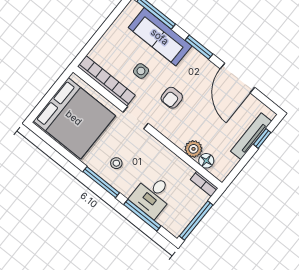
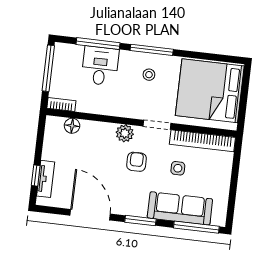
tv unit: (251, 136) -> (46, 179), width x0.71
plant: (193, 149) -> (125, 133), moved

